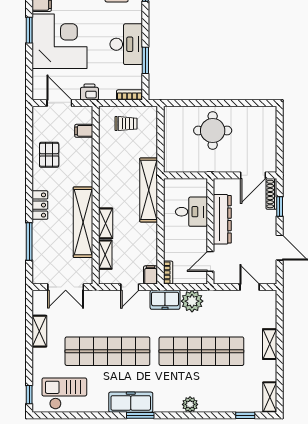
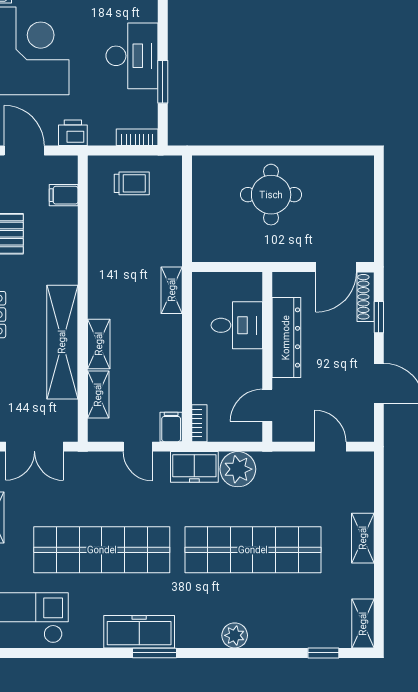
shelving: (149, 190) -> (172, 290), width x0.45, depth x0.75
door: (130, 287) -> (138, 447), hinge flipped

